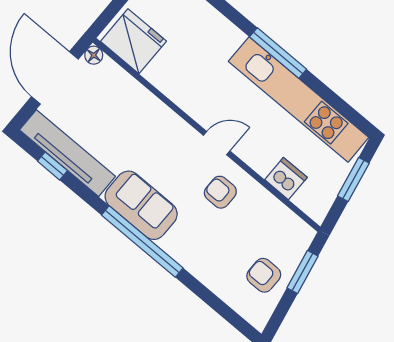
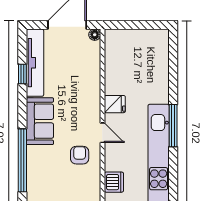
fridge: (133, 41) -> (115, 104), moved, width x0.53, depth x0.75
window: (52, 166) -> (22, 74), moved
window: (142, 242) -> (22, 160), moved

